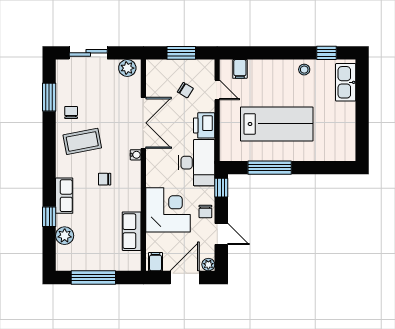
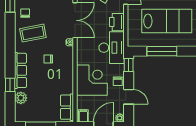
row of seats: (64, 196) -> (20, 70), width x1.48
row of seats: (132, 231) -> (67, 107), moved

